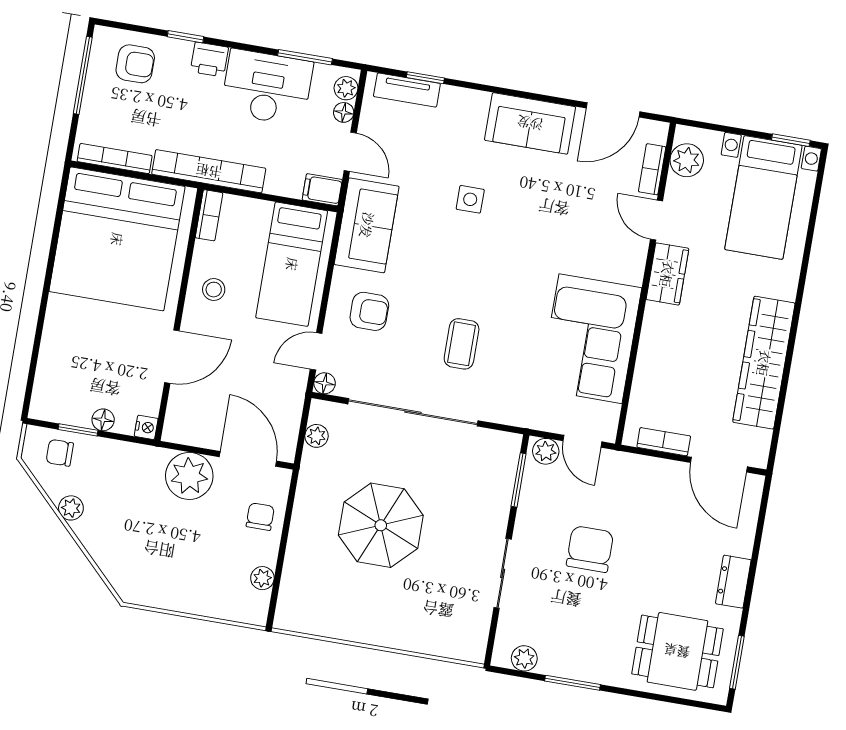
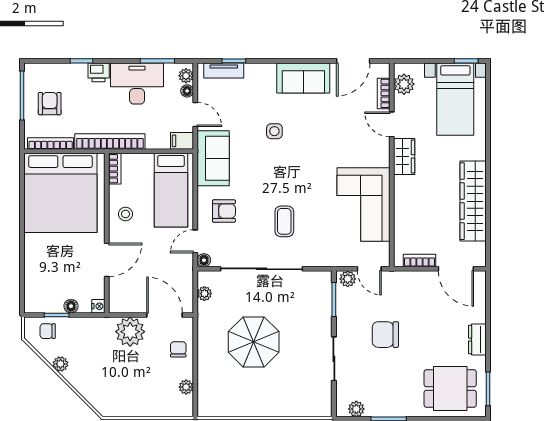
armchair: (135, 64) -> (50, 104), moved, turned -90
chair: (590, 549) -> (385, 335), turned -90

